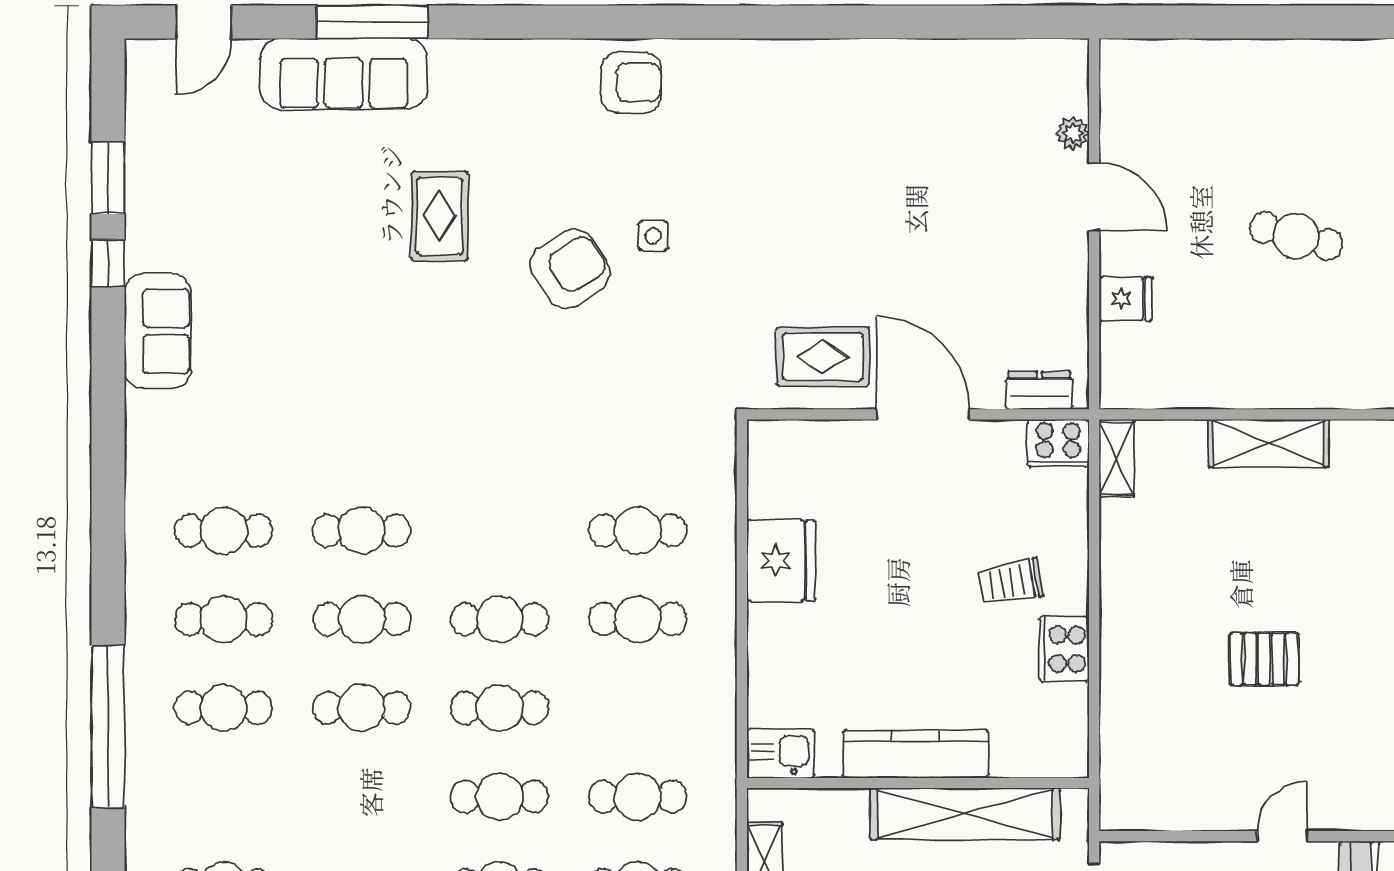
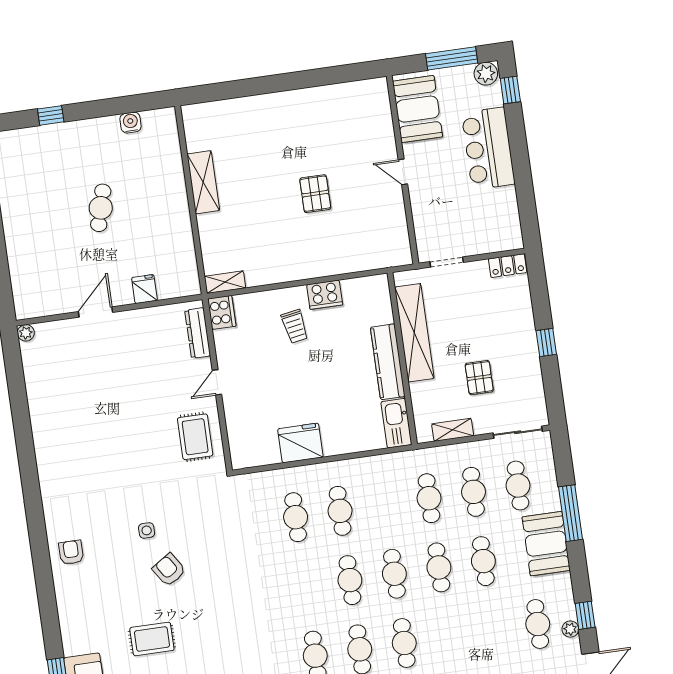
armchair: (631, 82) -> (71, 552), width x0.72, depth x0.72
plant: (1073, 133) -> (26, 333), moved
armchair: (570, 269) -> (169, 570), width x0.72, depth x0.72
dresser: (1039, 390) -> (198, 333), width x1.44
door: (923, 414) -> (217, 382), width x0.53
shelving: (1269, 443) -> (203, 182), moved
kitchen sink: (781, 754) -> (396, 423), width x1.38

